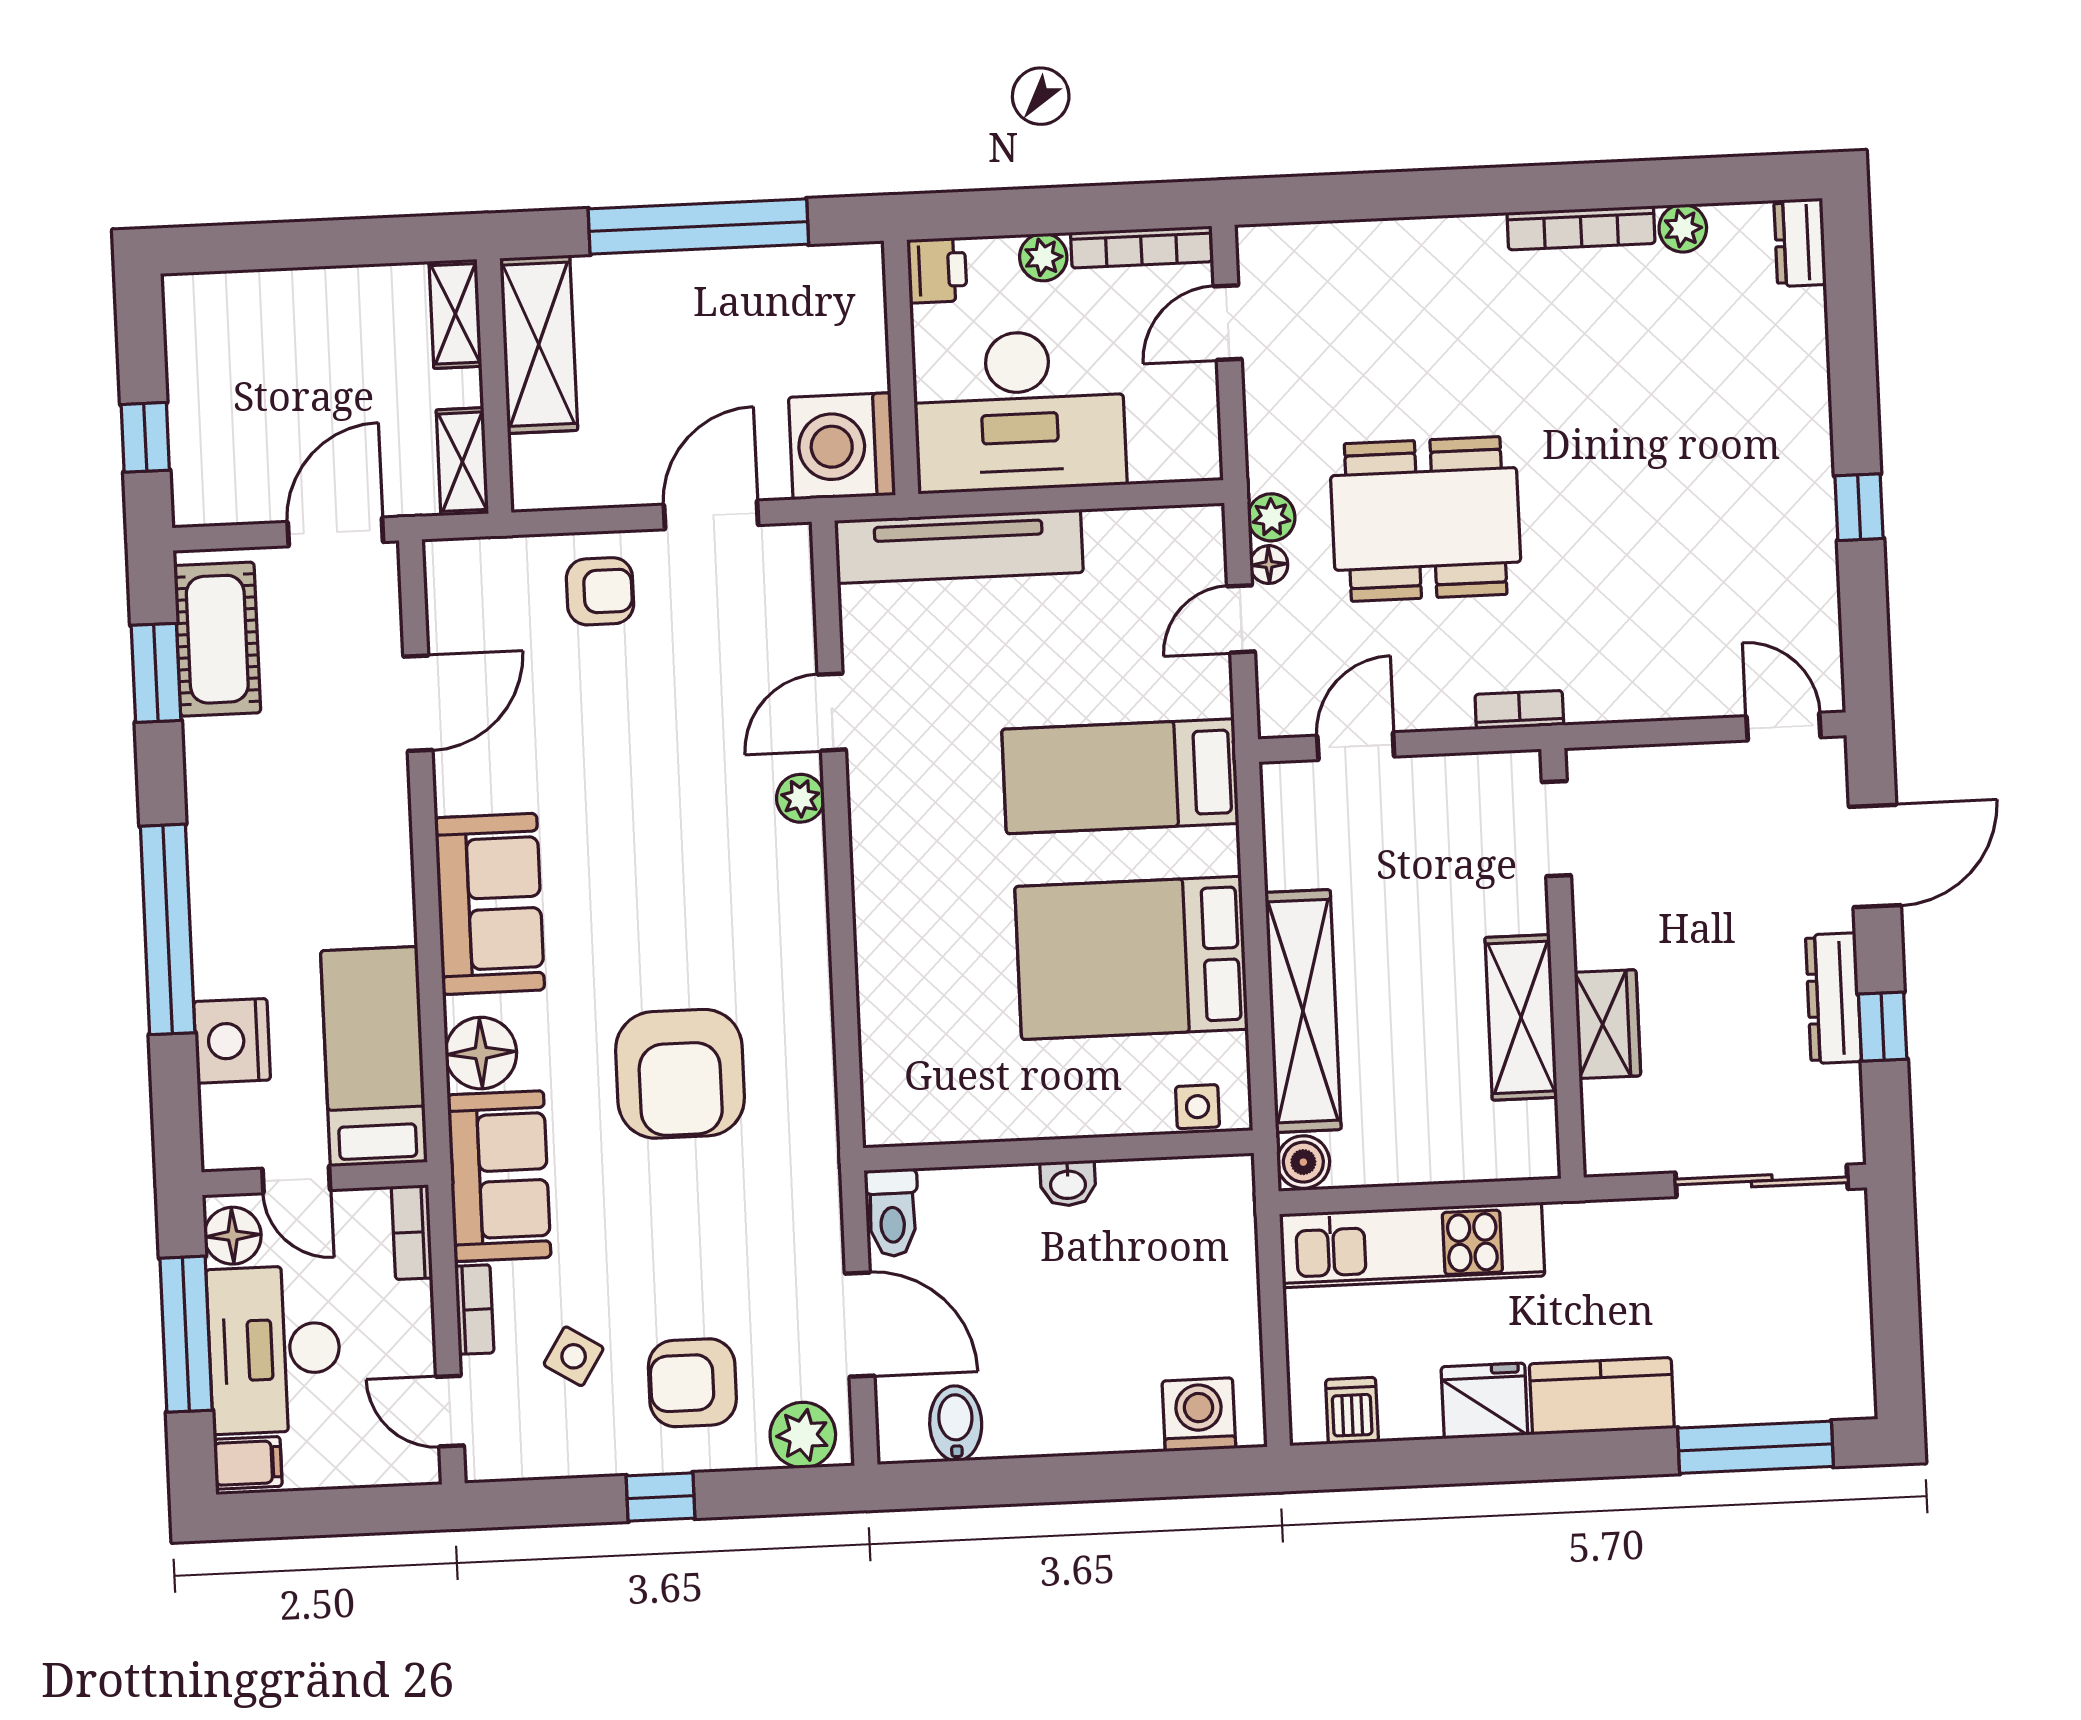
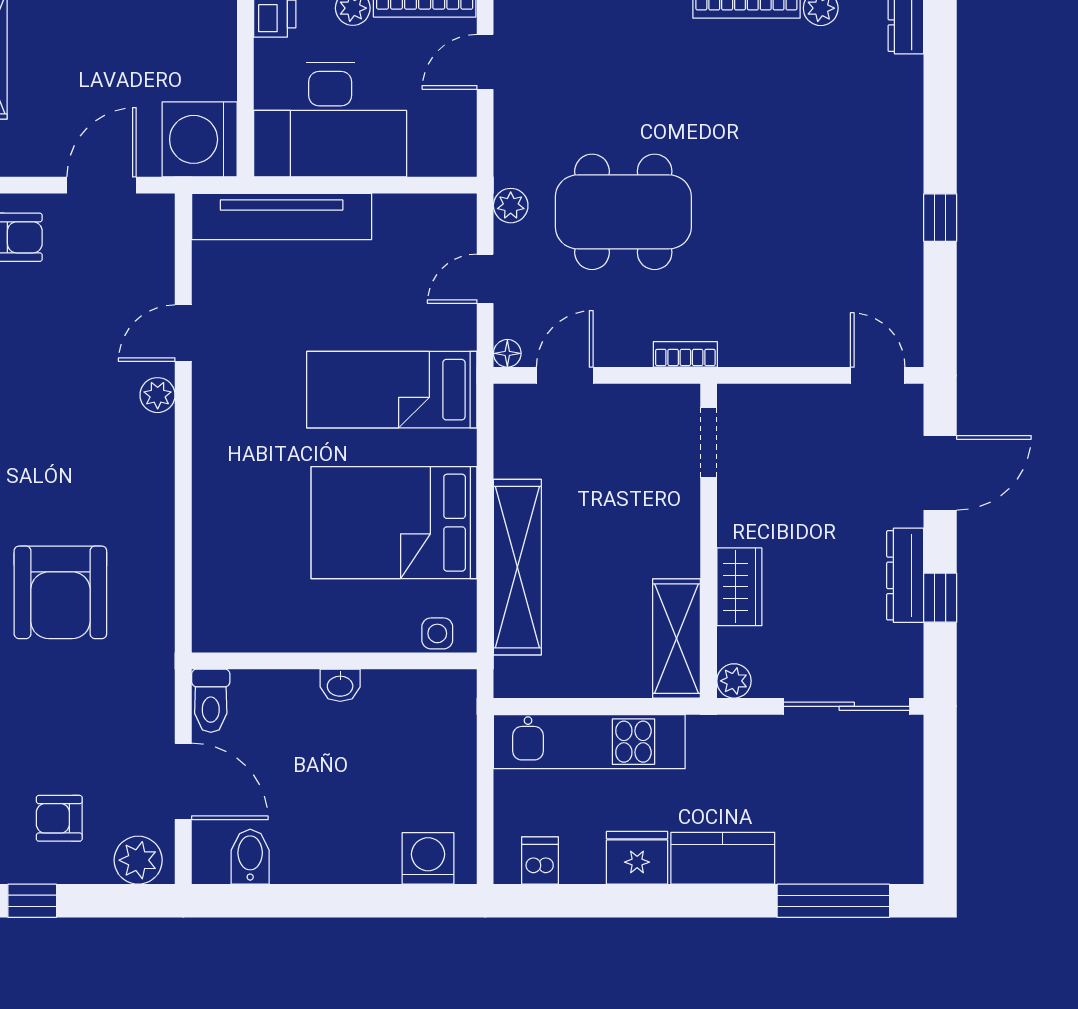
floor lamp: (1269, 565) -> (507, 353), moved
shelving: (1521, 1017) -> (676, 639), moved
plant: (1606, 1153) -> (734, 681), added
boiler: (1303, 1162) -> (513, 677), removed
armchair: (692, 1383) -> (59, 818), width x0.72, depth x0.72

